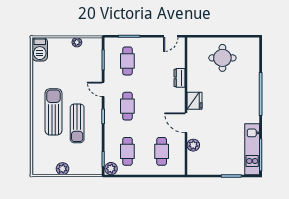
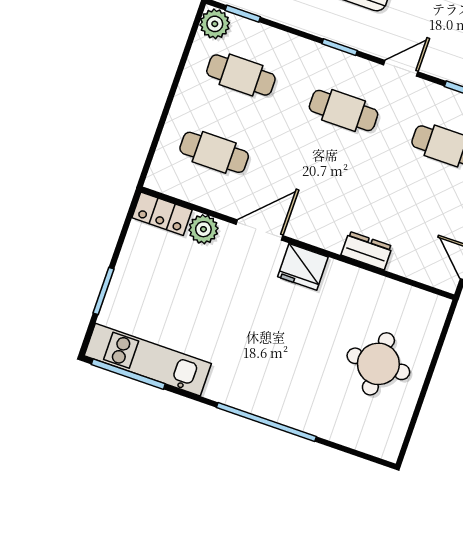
locker: (193, 164) -> (162, 214), added

